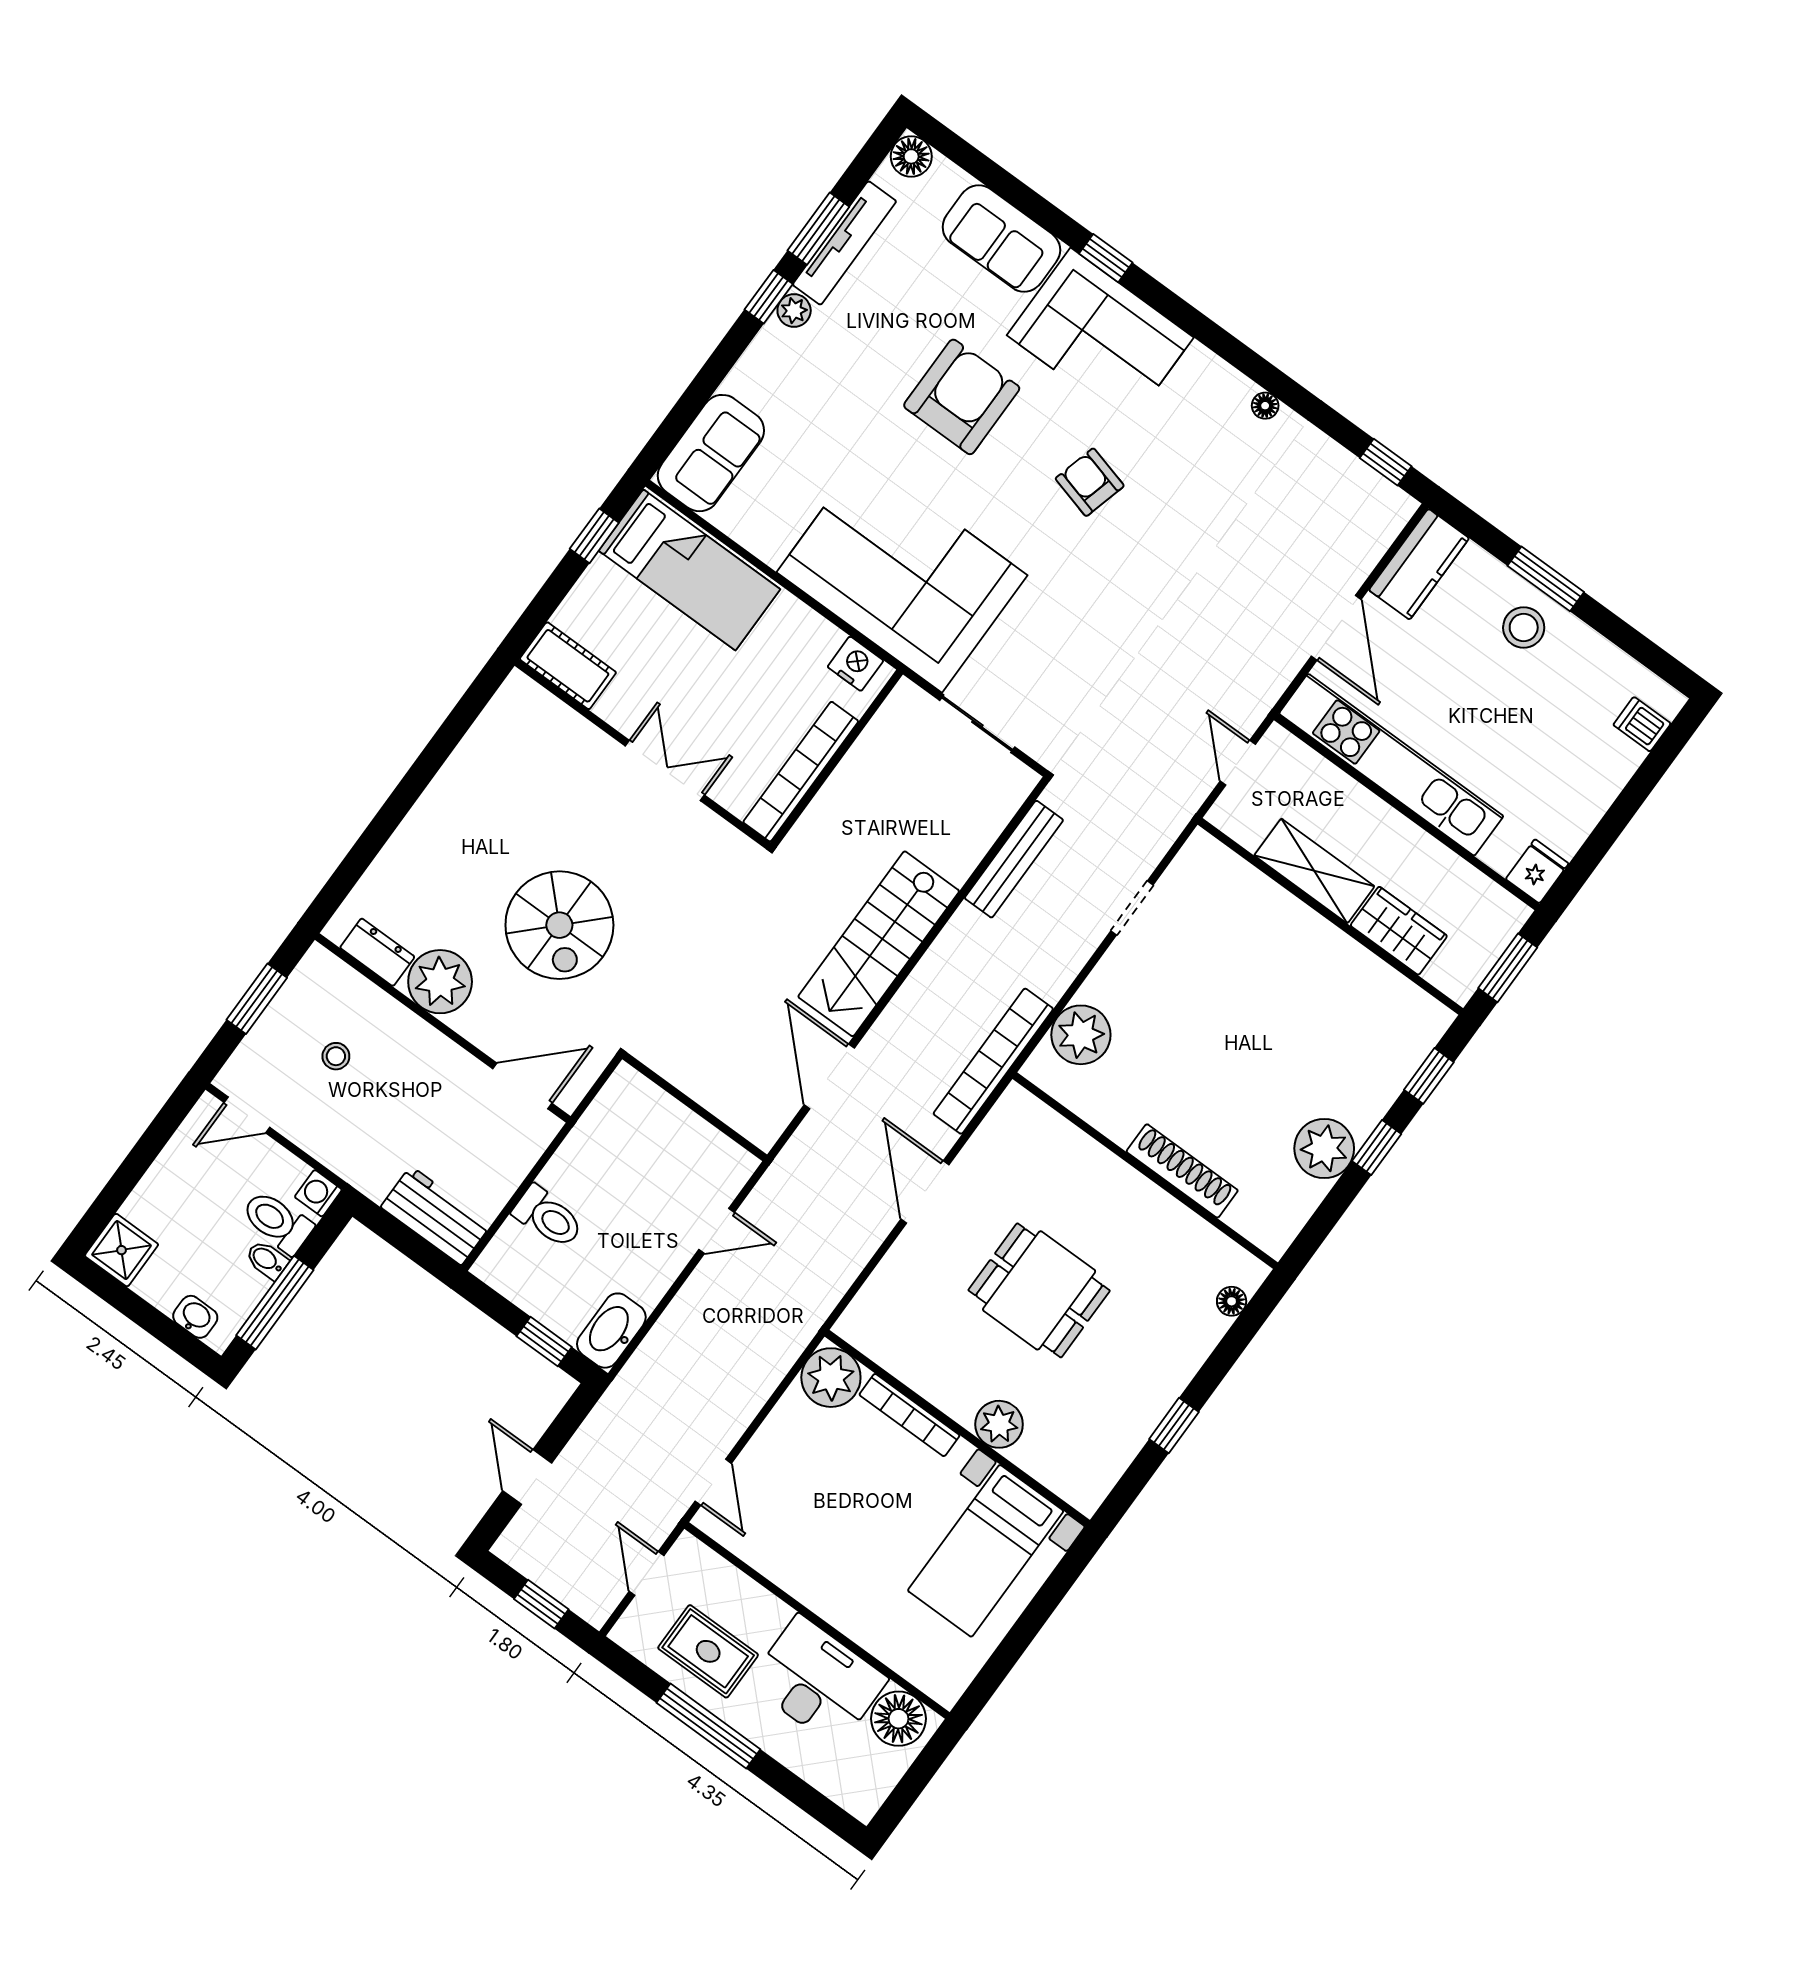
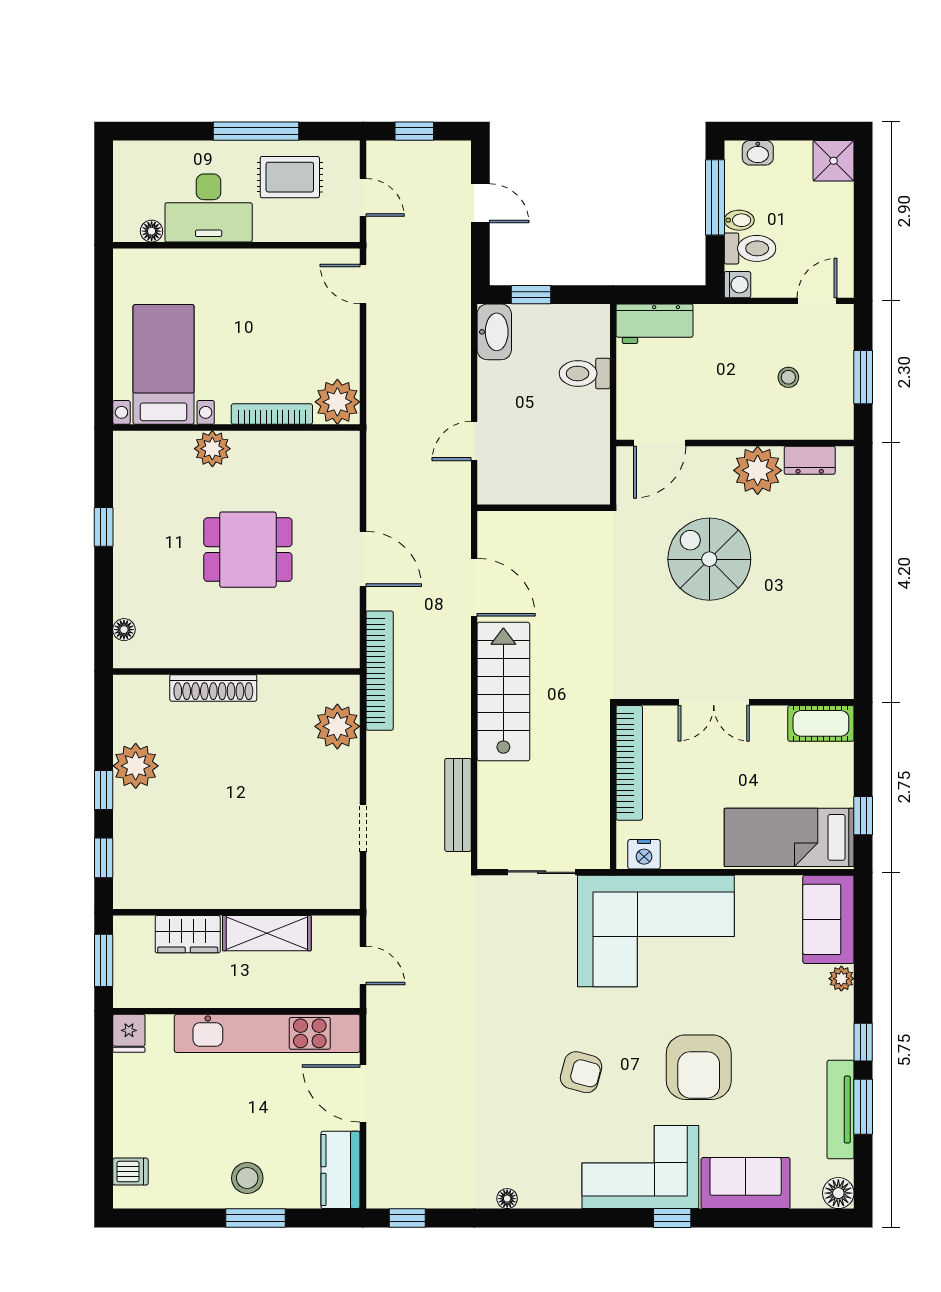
plant: (794, 311) -> (841, 979), moved
floor lamp: (899, 1719) -> (152, 231), width x0.53, depth x0.53

